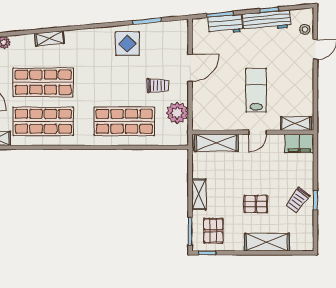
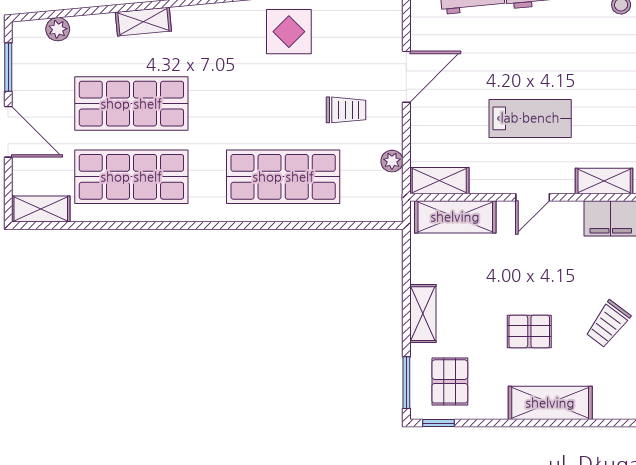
lab bench: (256, 90) -> (530, 118), turned 90
plant: (177, 113) -> (392, 161), width x0.53, depth x0.53
shelving: (208, 123) -> (439, 181), added

